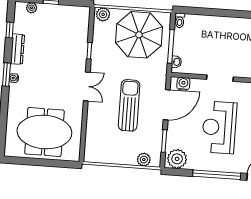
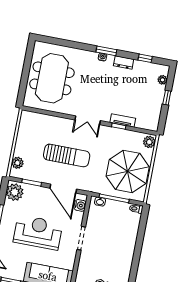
tv unit: (82, 47) -> (123, 120), added
dresser: (18, 49) -> (124, 62), width x0.70

